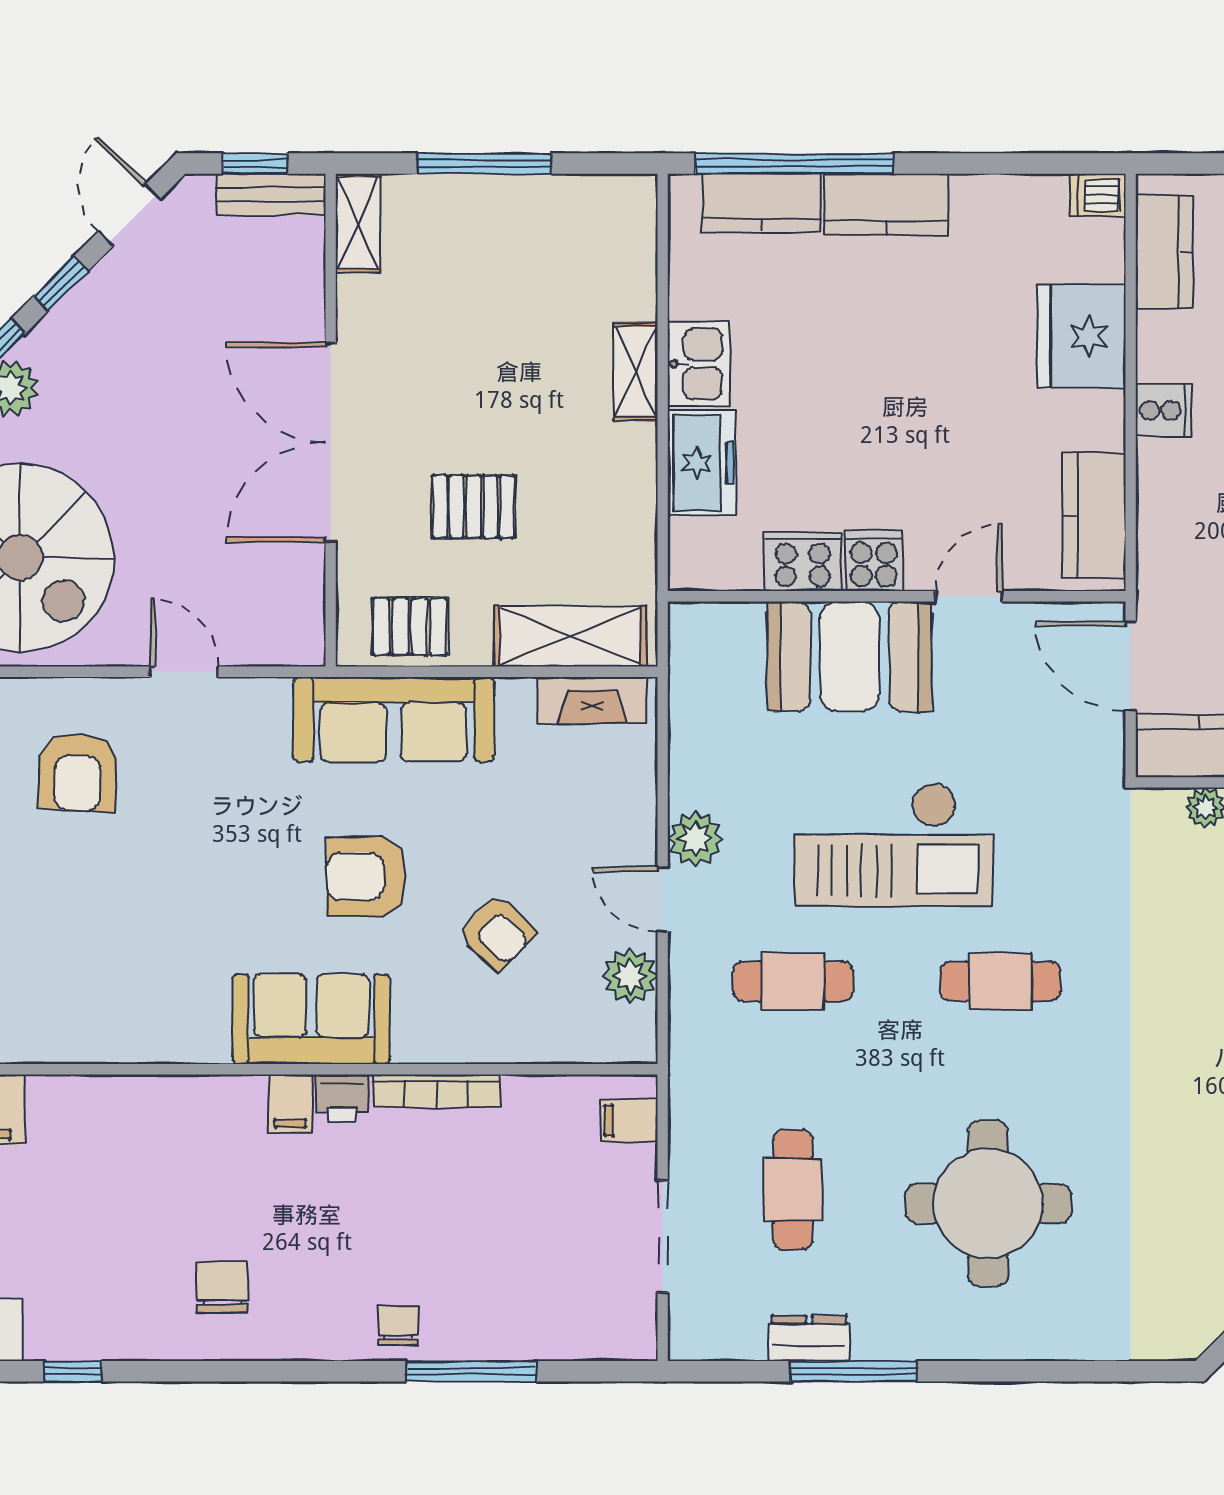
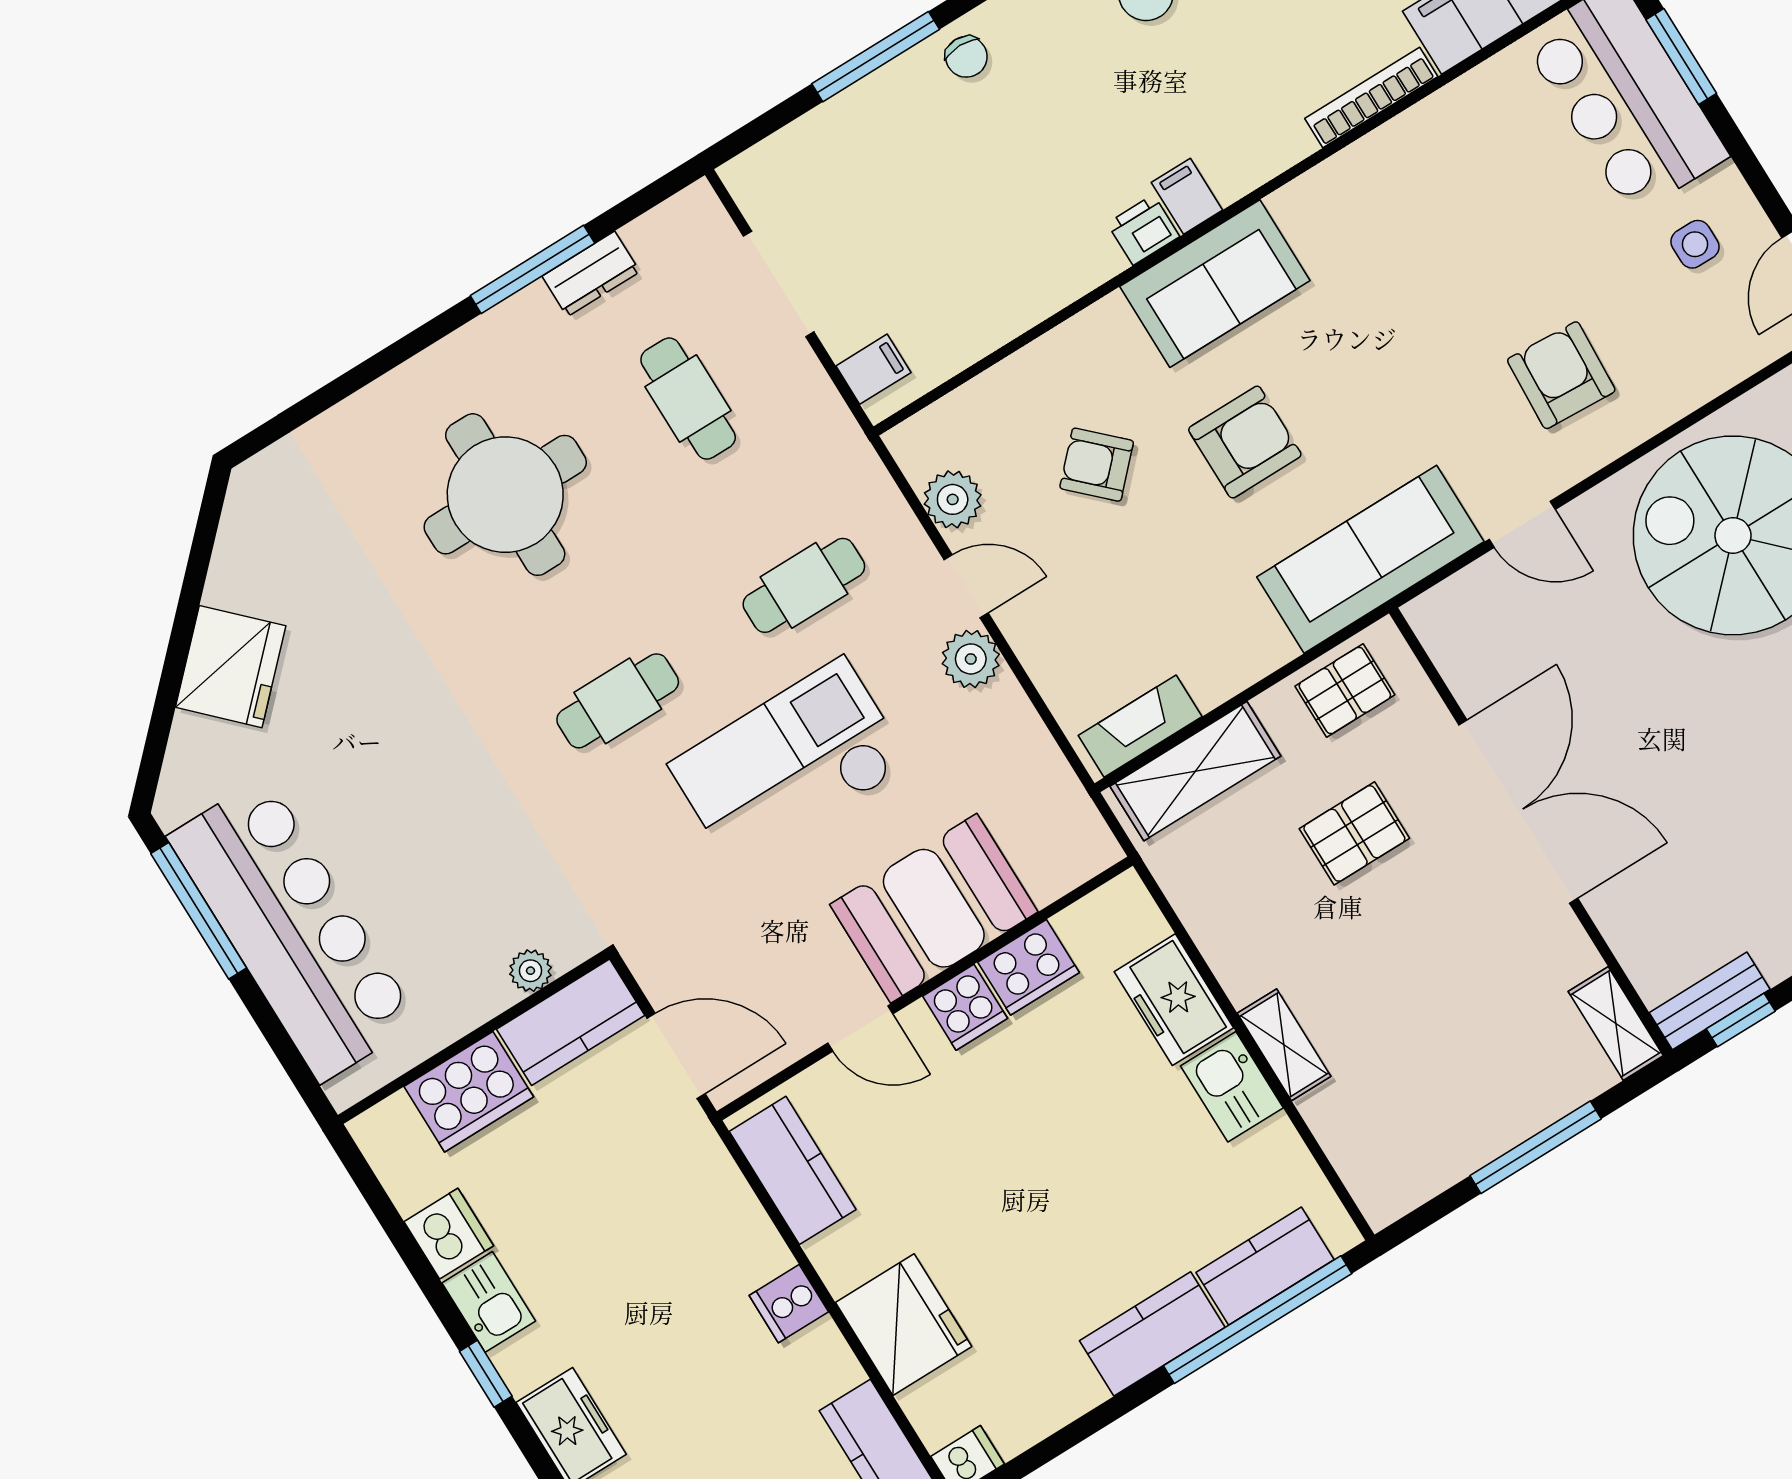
door: (969, 596) -> (860, 1028), hinge flipped
sofa: (393, 719) -> (1370, 559), moved
bookcase: (436, 1091) -> (1371, 98), moved

